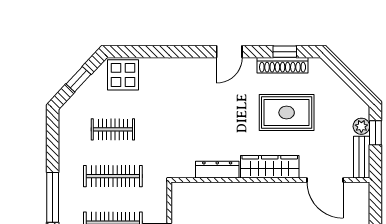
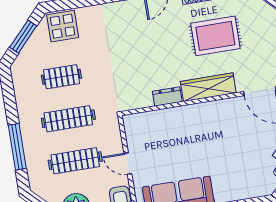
window: (79, 79) -> (23, 37), width x1.50
dresser: (217, 170) -> (167, 96), width x0.70

